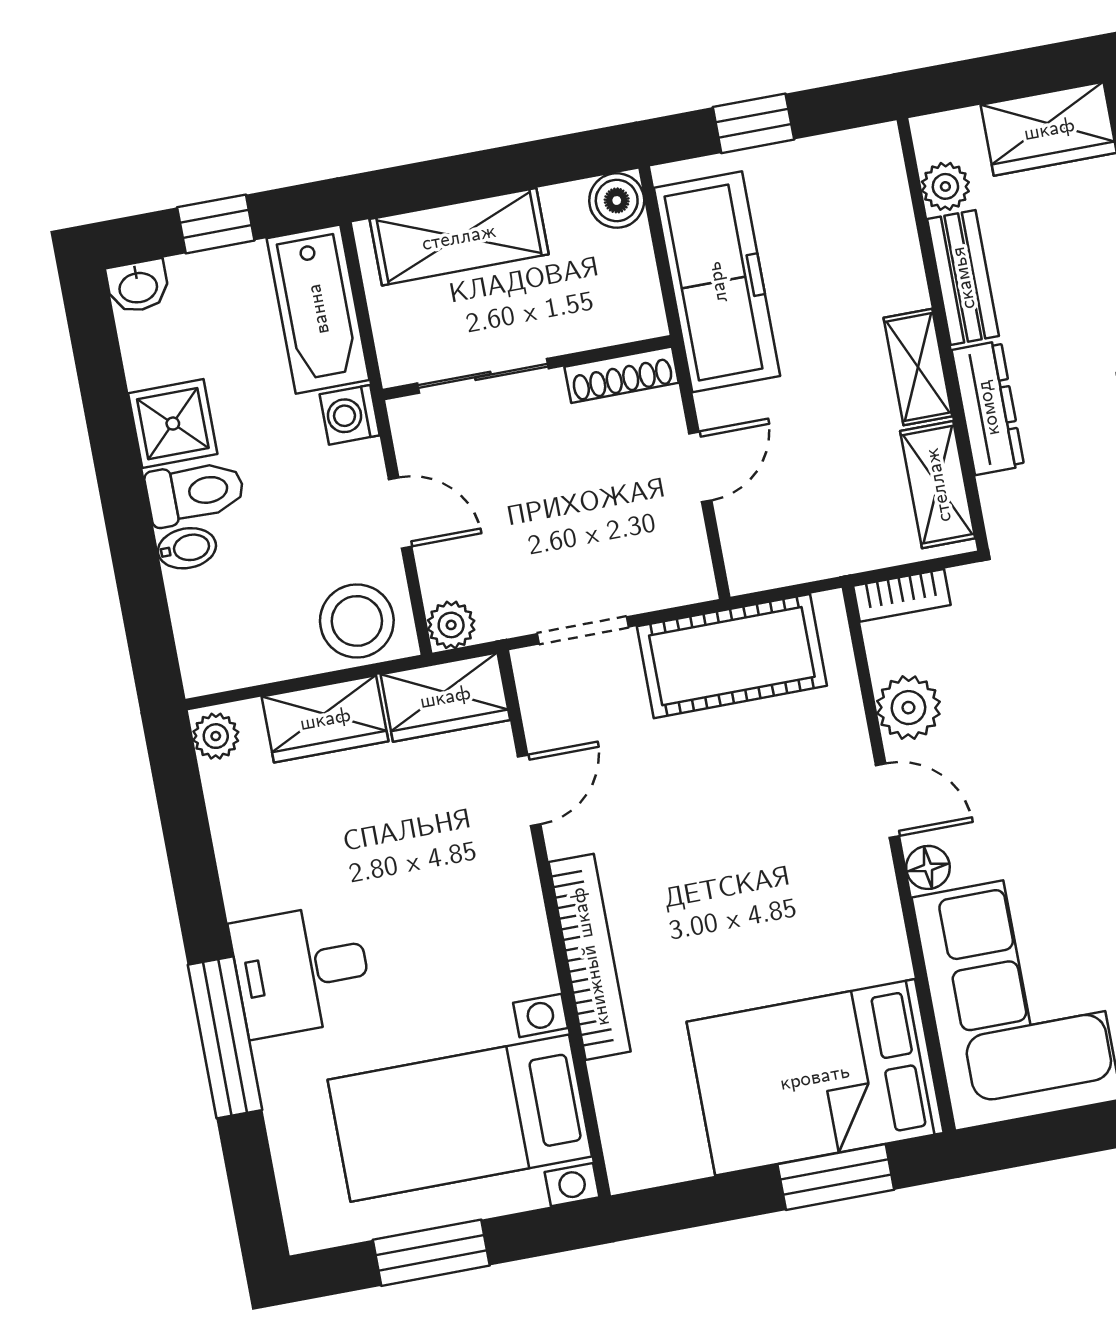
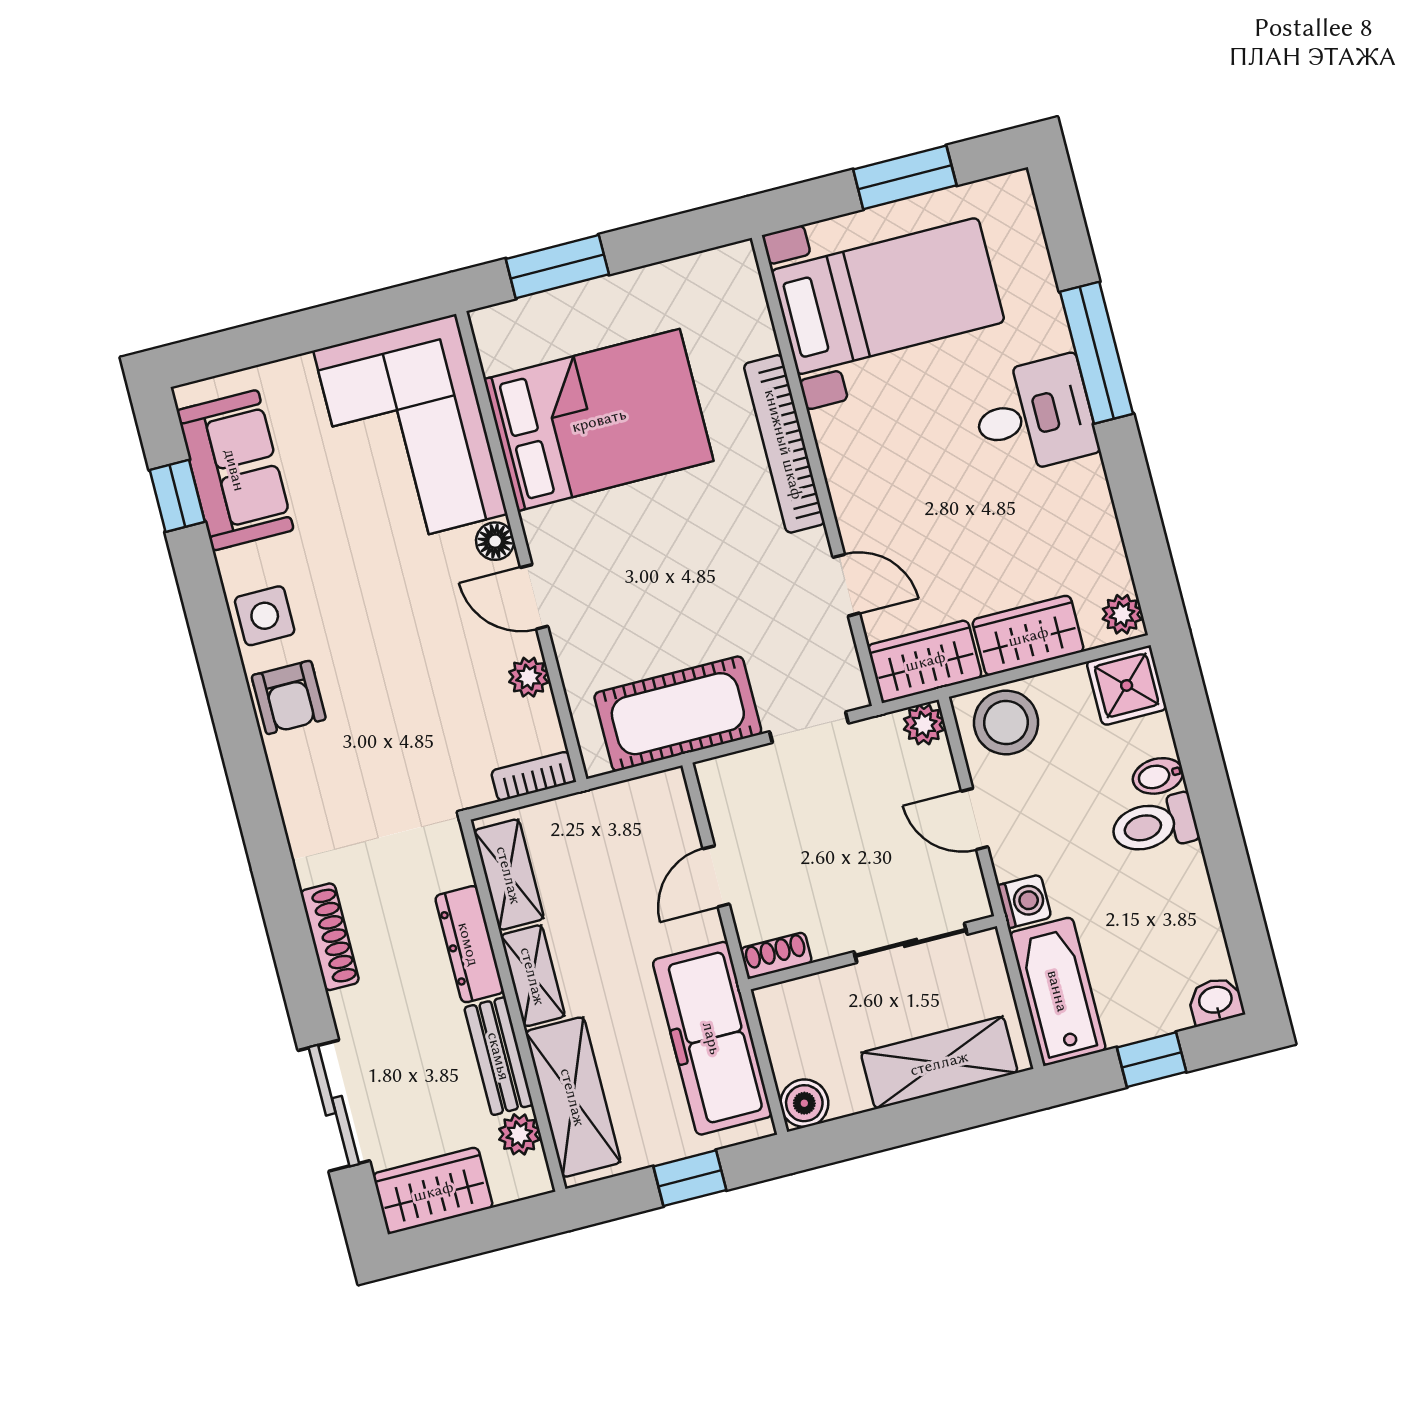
shelving: (881, 225) -> (573, 1097), added
shoe rack: (622, 375) -> (776, 955), width x0.70
shower: (173, 424) -> (1127, 685), moved
plant: (908, 708) -> (529, 677), width x0.73, depth x0.73
door: (529, 790) -> (846, 585), swing flipped
bed: (815, 1077) -> (599, 420), moved

